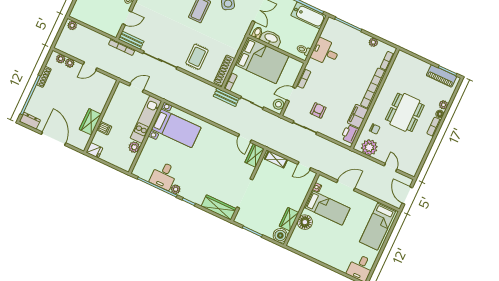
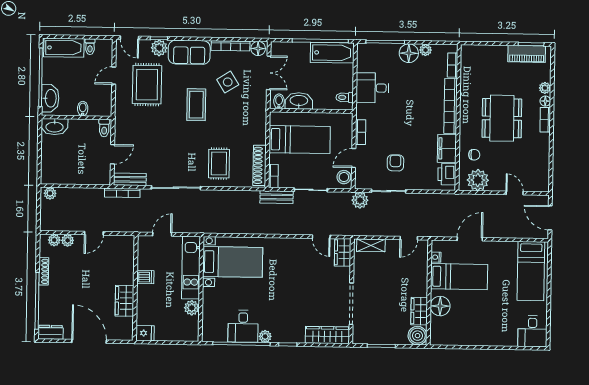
floor lamp: (361, 39) -> (409, 53), added
bed: (262, 60) -> (300, 140), width x0.67
plant: (282, 125) -> (360, 200), added
dishwasher: (104, 128) -> (145, 277), moved

